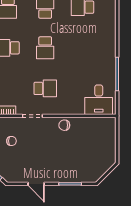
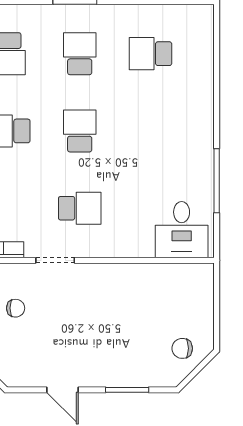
school desk: (45, 48) -> (80, 131), turned 180
chair: (64, 125) -> (182, 348), moved

